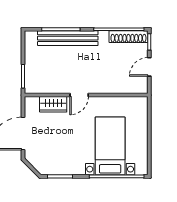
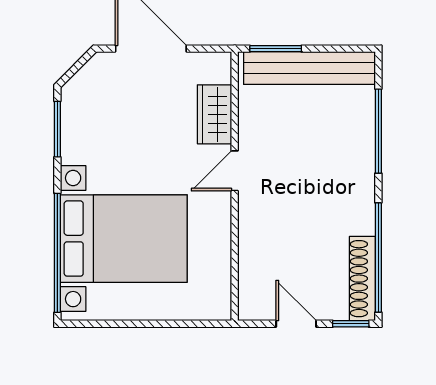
bench: (68, 38) -> (309, 68), moved, turned 90
door: (79, 95) -> (235, 171), hinge flipped
bed with nightstands: (110, 146) -> (124, 239), width x1.36

